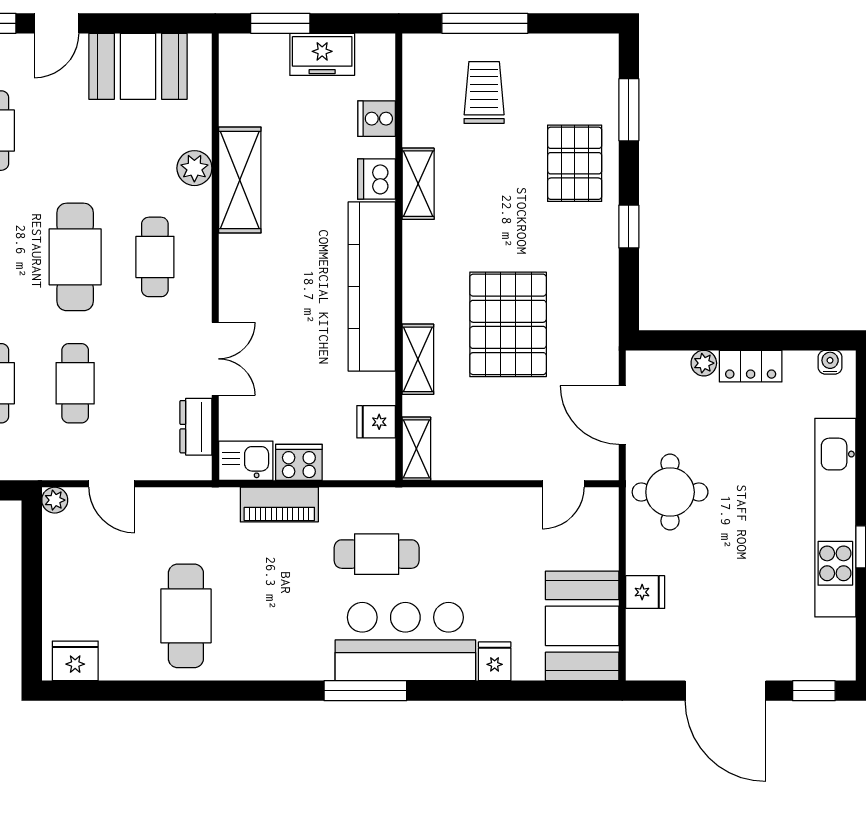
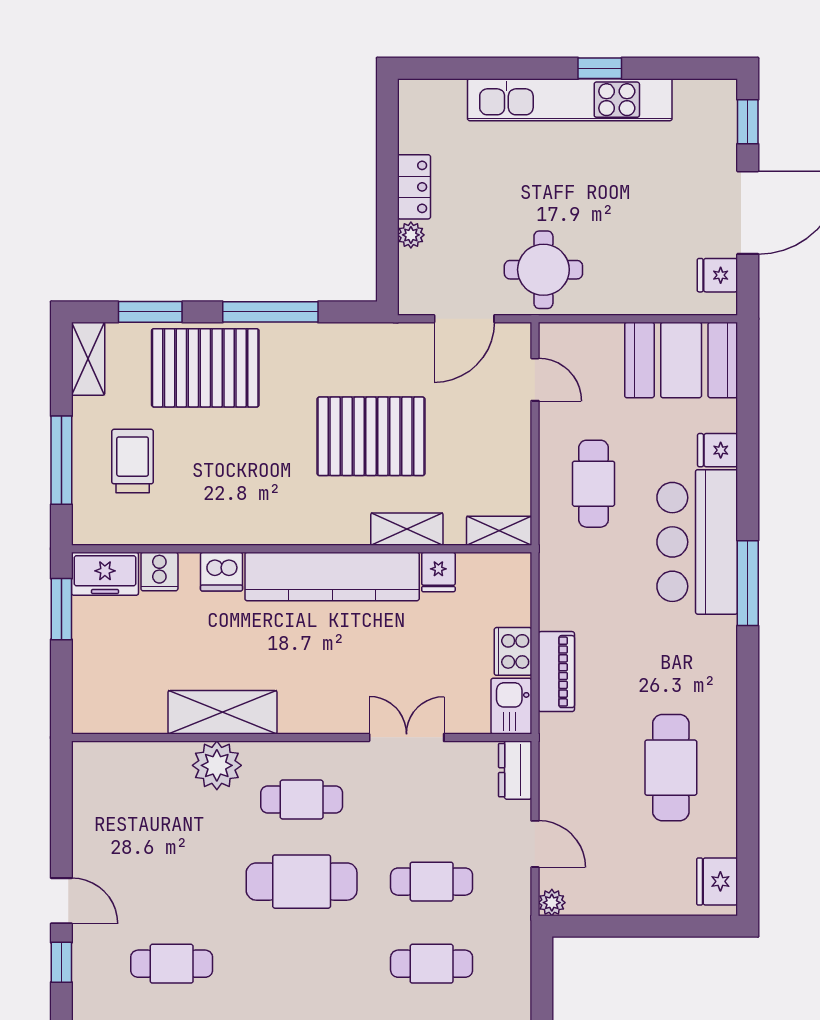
window: (280, 23) -> (61, 609), moved
freezer: (322, 54) -> (105, 574), moved, turned 90
booth: (138, 66) -> (106, 817), removed
trolley: (484, 93) -> (133, 461), turned 90
pallet: (575, 163) -> (205, 368), width x1.37, depth x1.41
plant: (194, 168) -> (217, 765), width x1.36, depth x1.36
shelving: (418, 184) -> (88, 359), moved, turned 90
window: (629, 227) -> (270, 312), width x2.17
water cooler: (830, 362) -> (410, 105), removed
fridge: (376, 422) -> (438, 572), moved
dresser: (196, 427) -> (515, 770), moved, turned 90
door: (112, 484) -> (535, 844), hinge flipped
cafe table: (377, 554) -> (594, 484), moved
fridge: (645, 592) -> (717, 275), moved, turned -90
cafe table: (186, 616) -> (671, 768), turned 90

